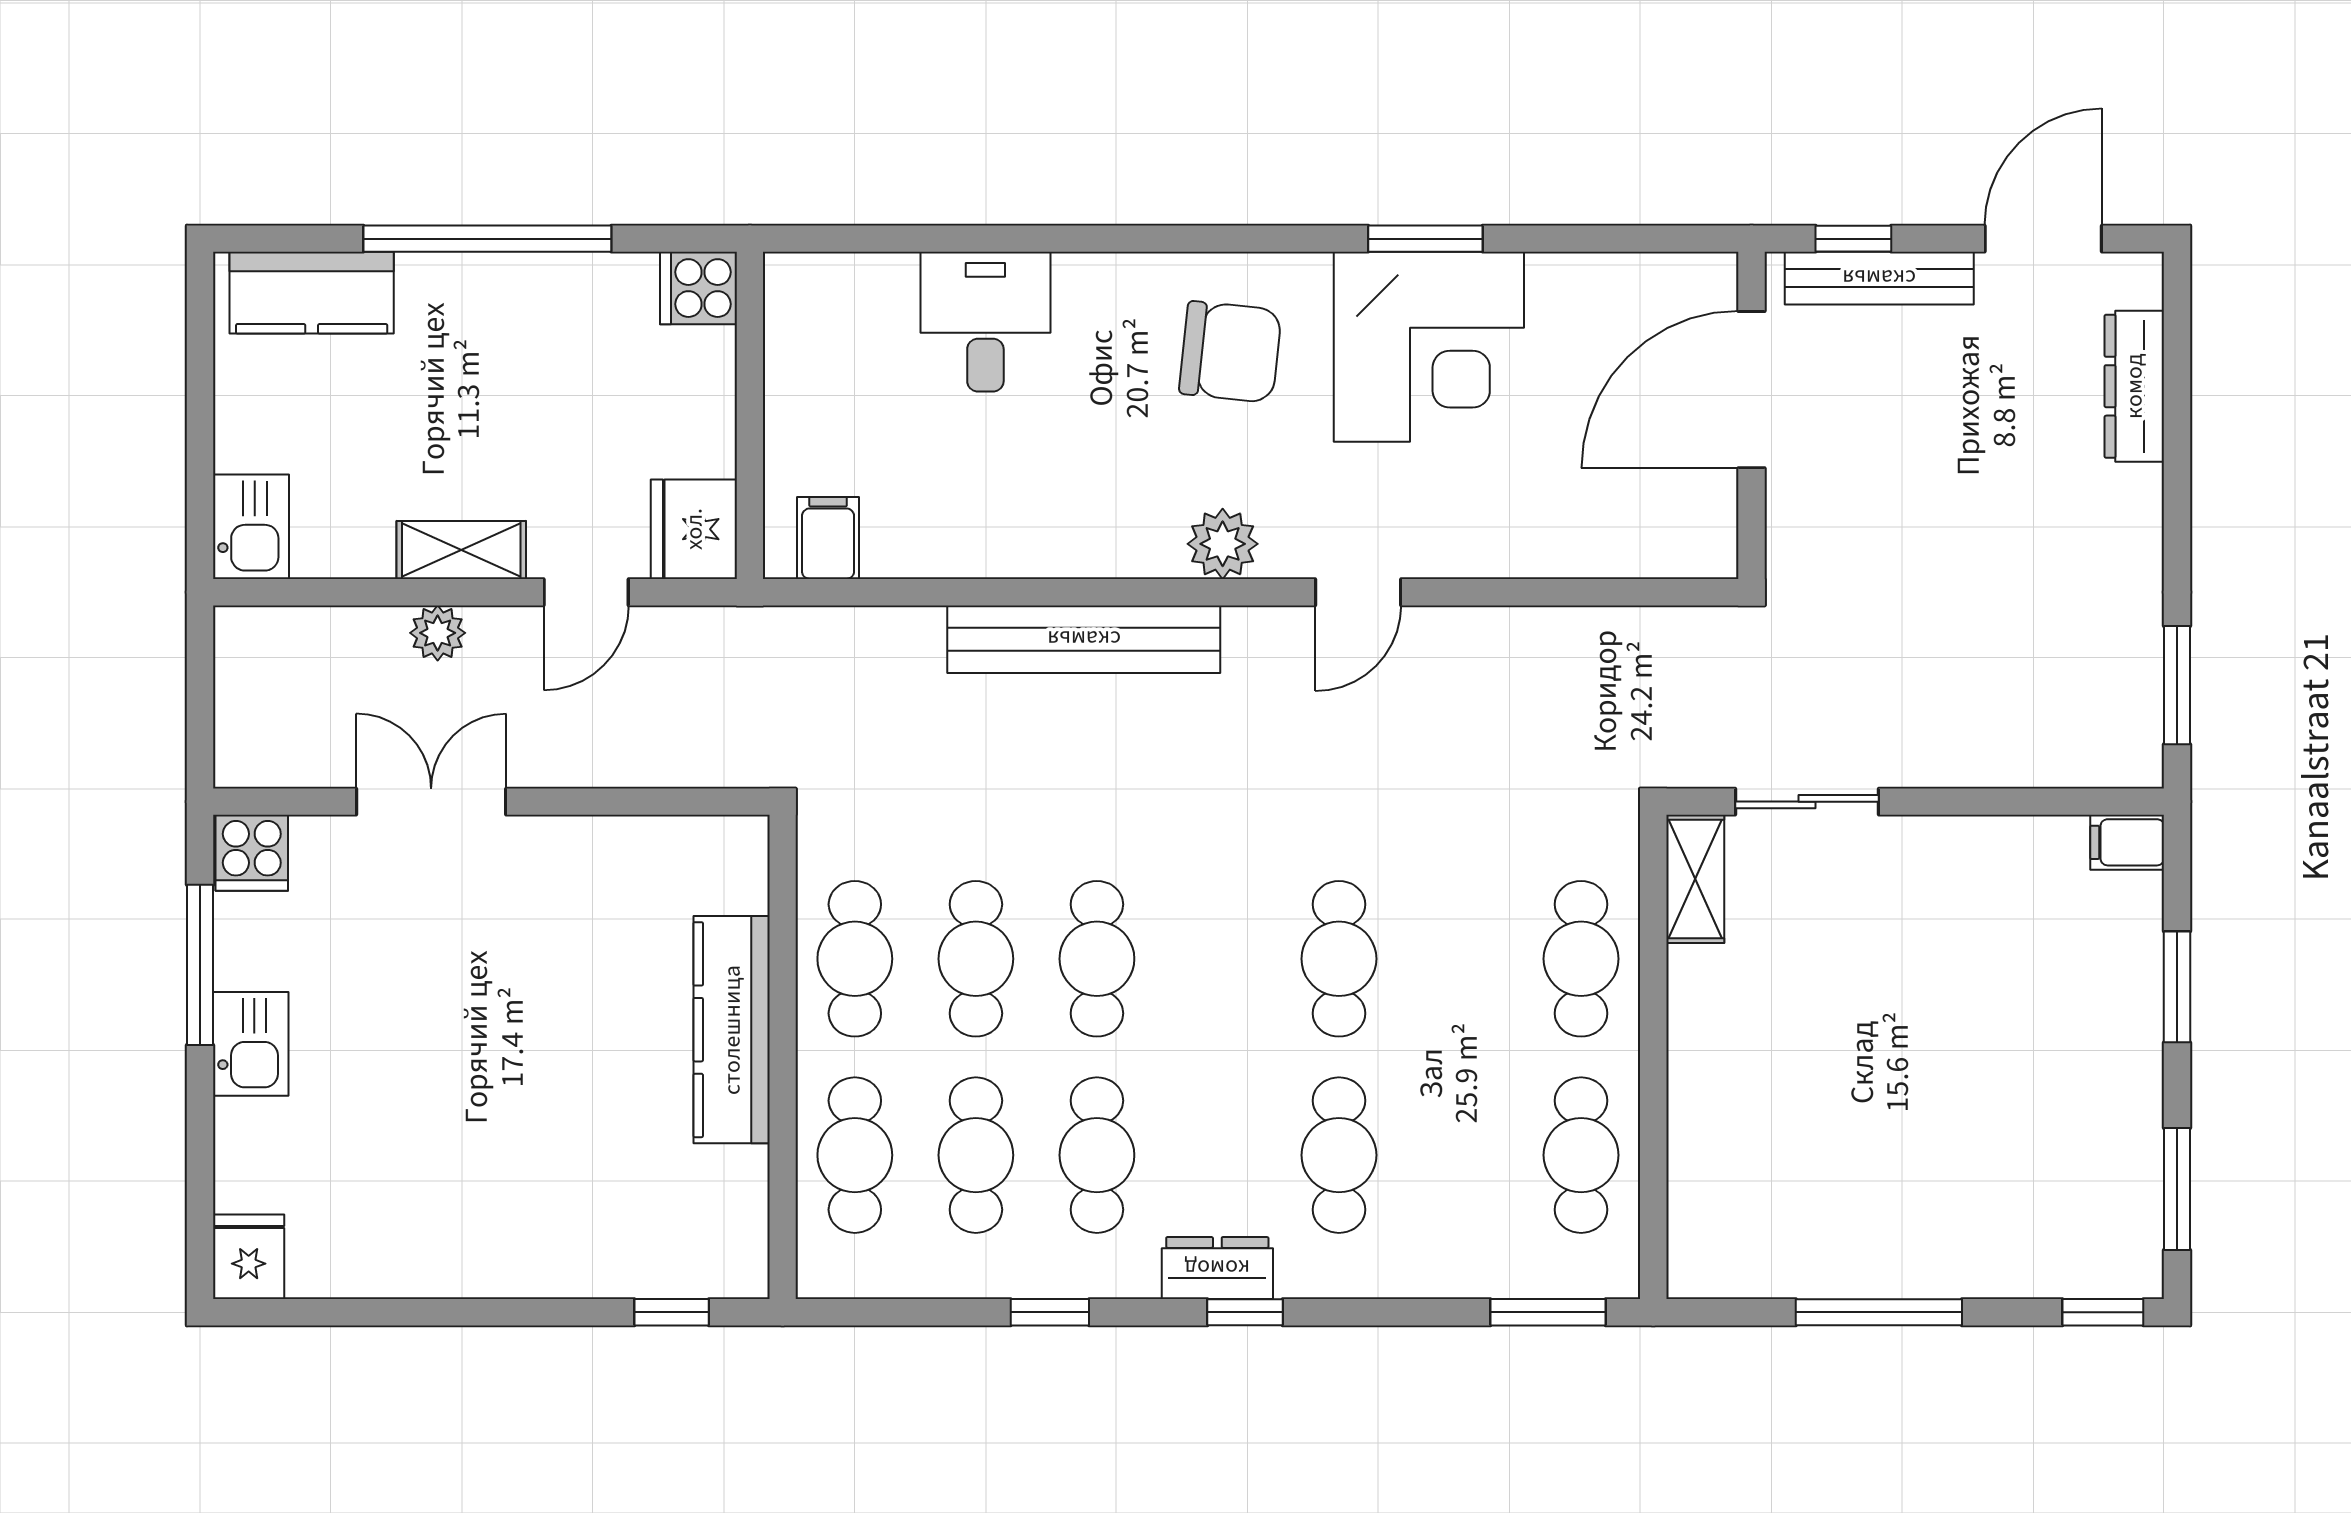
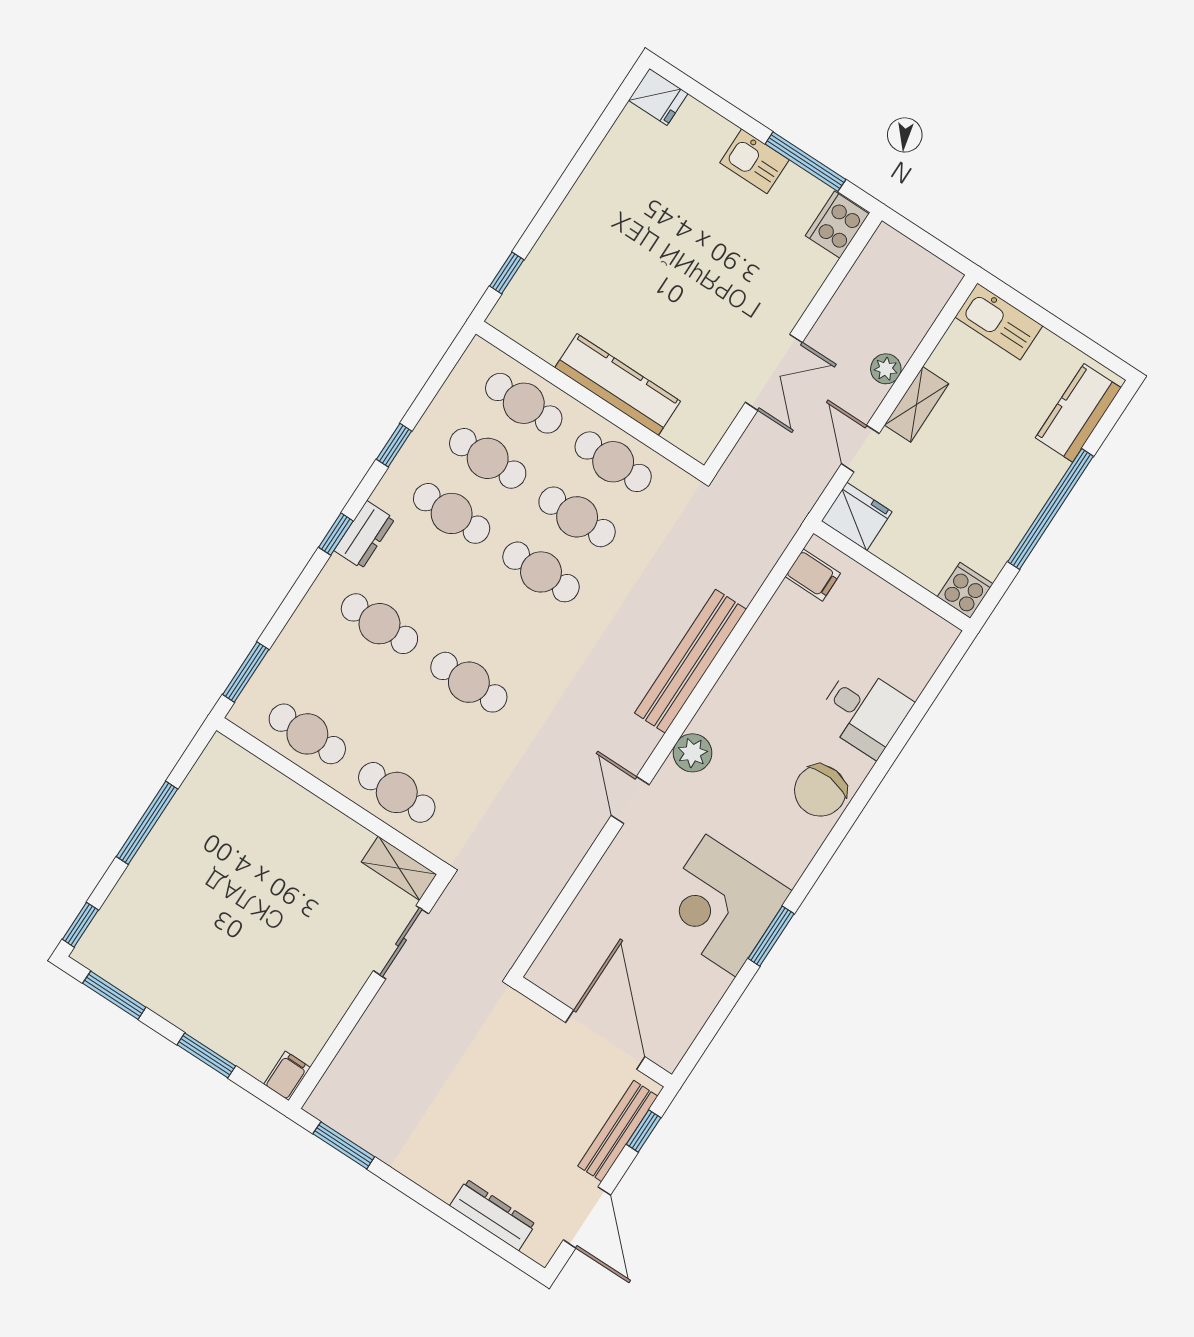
chair: (1230, 352) -> (820, 791), moved
kitchen sink: (251, 527) -> (999, 321), width x1.38
double door: (431, 802) -> (774, 372), moved
cooker: (252, 853) -> (837, 225), width x1.36

